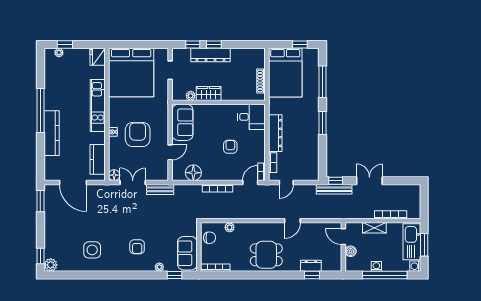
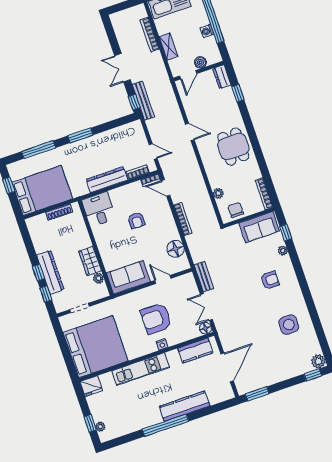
armchair: (230, 147) -> (136, 220), turned -90
dresser: (311, 266) -> (222, 77), moved

